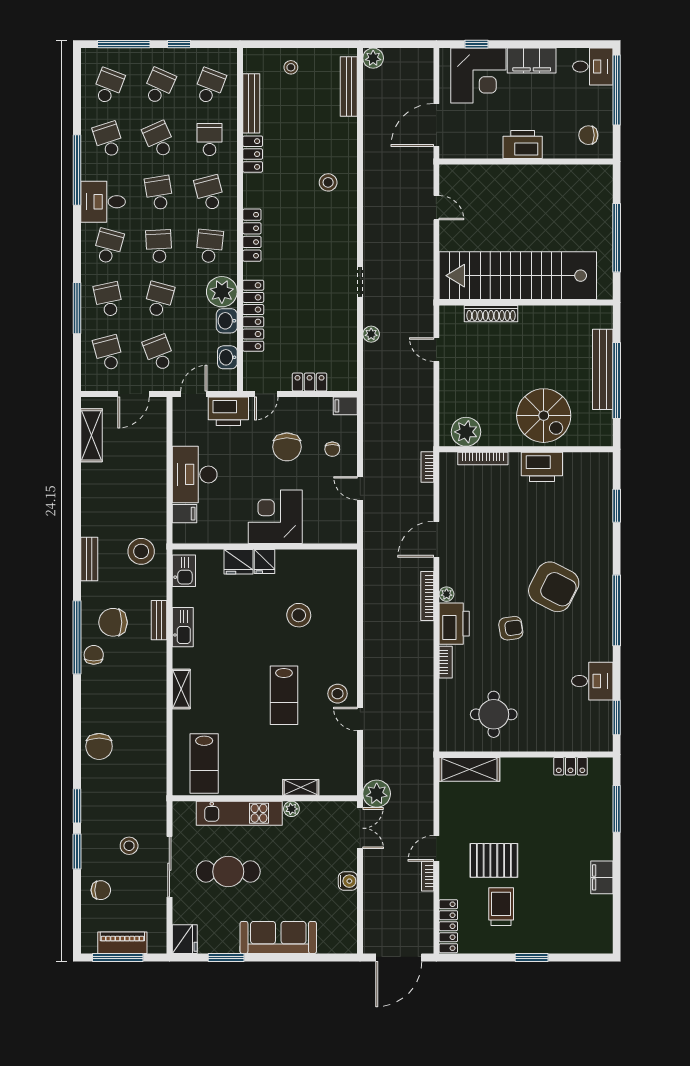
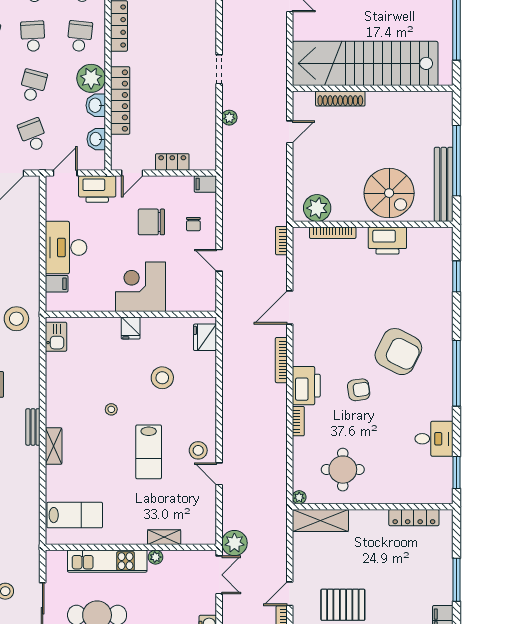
door: (436, 350) -> (290, 132), swing flipped
bench: (603, 369) -> (444, 184), moved
chair: (287, 447) -> (151, 222), turned 90
fridge: (238, 562) -> (205, 337), moved, turned 90
plant: (447, 594) -> (299, 497), moved
bench: (159, 620) -> (33, 427), moved
kitchen sink: (183, 627) -> (55, 389), removed
stool: (244, 649) -> (111, 409), added
lab bench: (204, 763) -> (75, 515), turned -90
locker: (571, 766) -> (414, 518), width x1.53
window: (617, 809) -> (457, 580), moved

